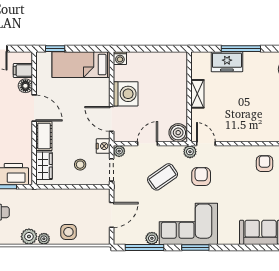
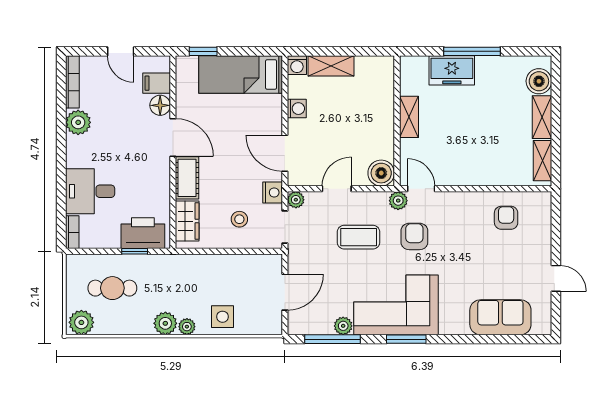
shelving: (143, 59) -> (331, 66), added
washing machine: (126, 94) -> (297, 109), width x0.53, depth x0.53
coffee table: (163, 177) -> (359, 237), turned 35

